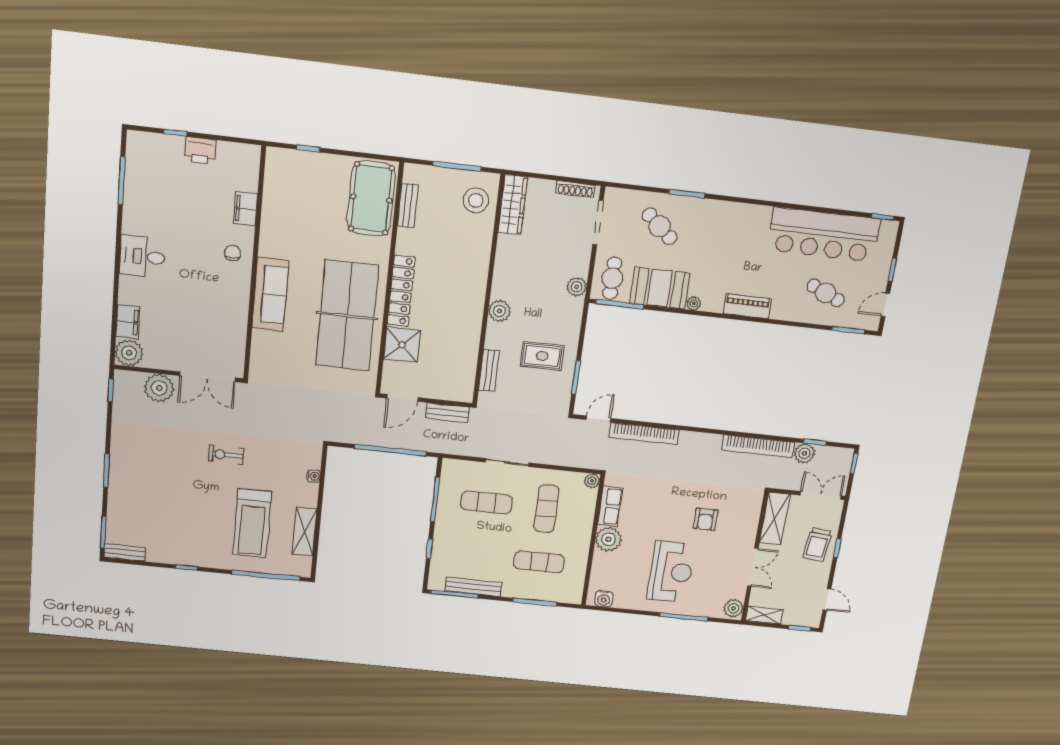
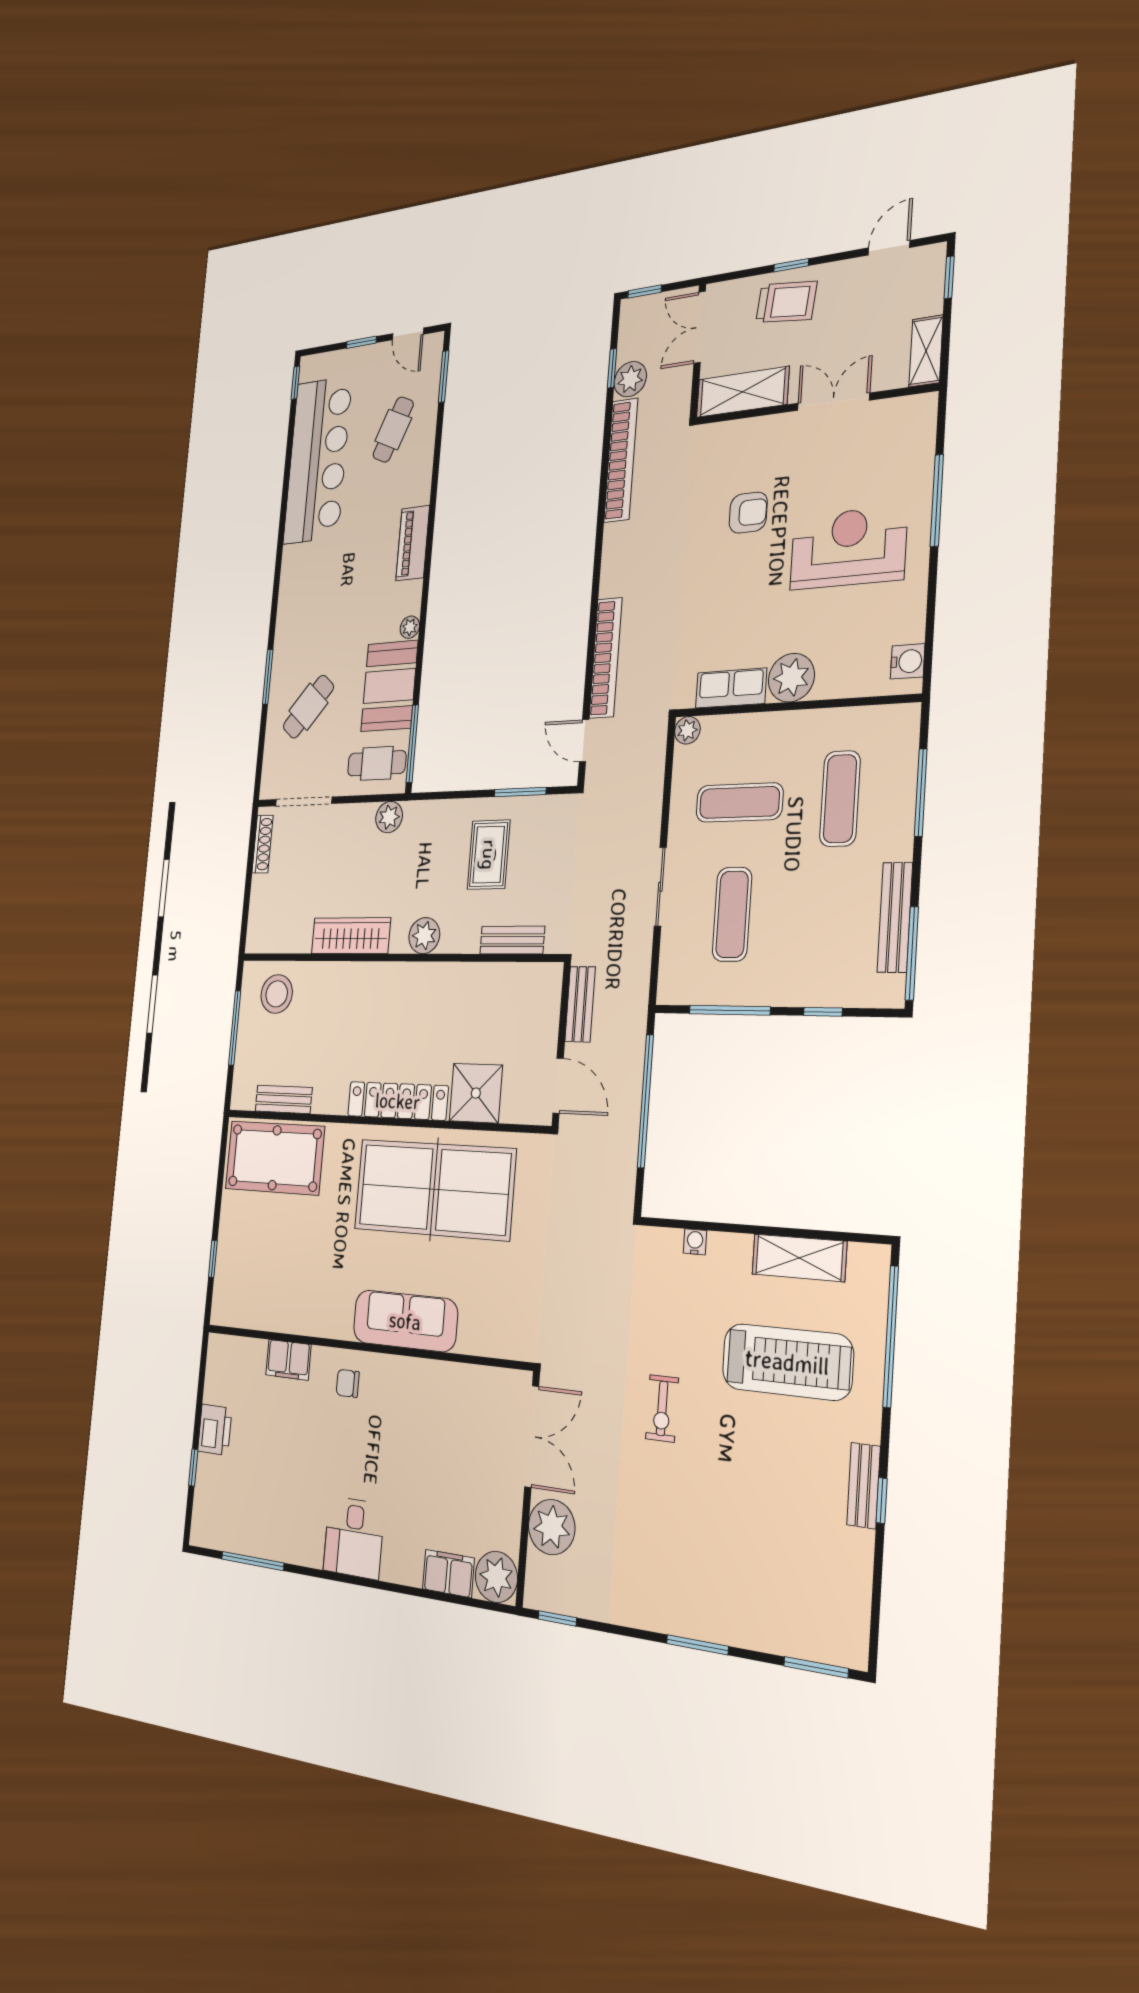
wardrobe: (513, 205) -> (351, 936), moved
bench: (125, 552) -> (864, 1486), moved
plant: (733, 608) -> (915, 412), removed

